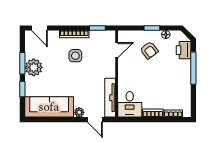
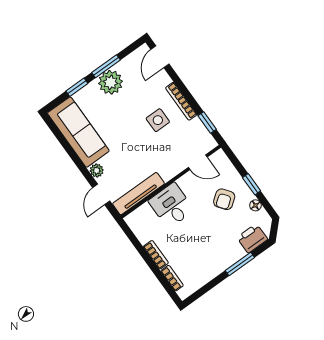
window: (193, 68) -> (240, 264), width x0.69
desk: (130, 104) -> (171, 205), moved, turned 90

